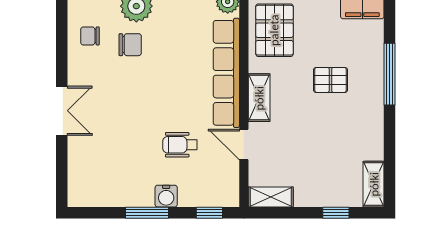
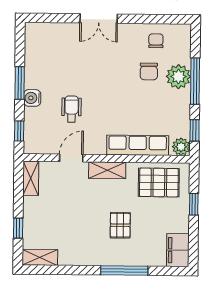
row of seats: (226, 73) -> (138, 145), width x0.73

